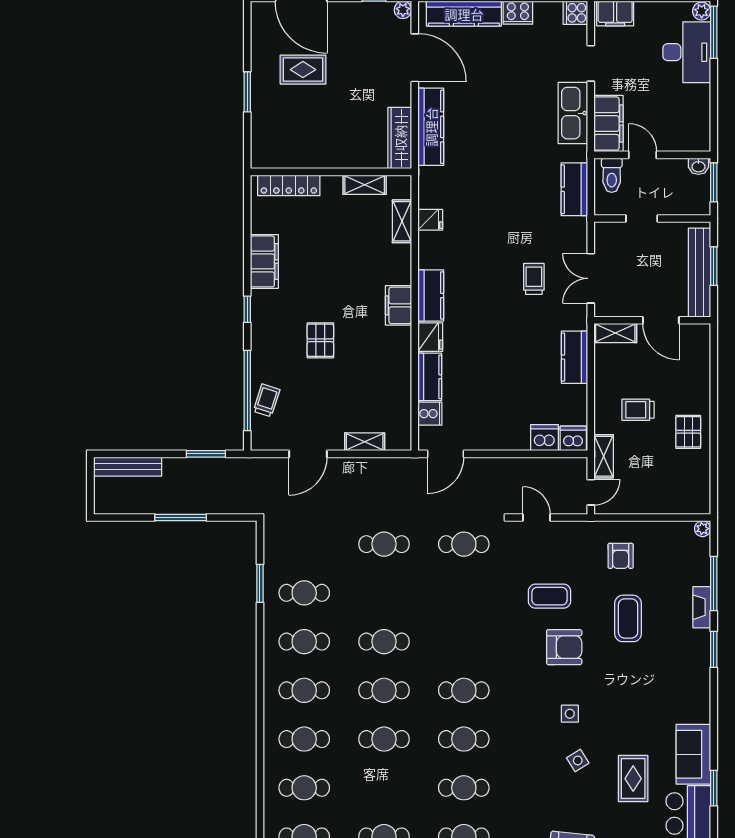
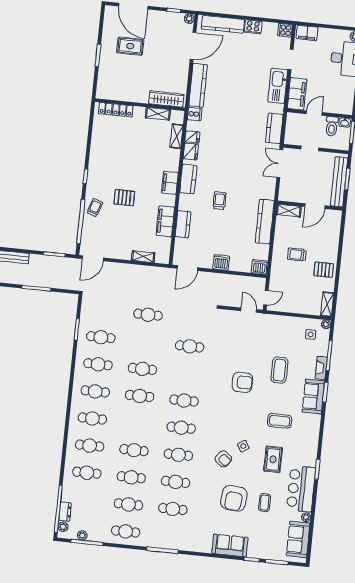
door: (415, 58) -> (193, 46), hinge flipped
wardrobe: (400, 138) -> (166, 99), moved, turned 90
door: (643, 155) -> (314, 113), hinge flipped
toilet: (612, 175) -> (332, 126), moved
filing cabinet: (264, 261) -> (165, 221), moved, turned 180
double door: (591, 278) -> (280, 164), moved
trolley: (534, 279) -> (220, 201), moved
door: (661, 320) -> (315, 206), hinge flipped
fridge: (430, 337) -> (191, 152), moved
pallet: (320, 340) -> (124, 198), turned 90
kitchen counter: (574, 357) -> (265, 222), width x1.50
trolley: (267, 400) -> (95, 208), moved
cooker: (430, 414) -> (195, 114), moved
pallet: (688, 432) -> (324, 270), turned 90
dishwasher: (545, 438) -> (221, 262), moved
door: (308, 454) -> (93, 258), moved
shelving: (604, 456) -> (327, 304), moved
door: (536, 517) -> (249, 310), moved
cafe table: (464, 544) -> (190, 346), moved
armchair: (621, 556) -> (223, 459), moved, turned -52
coffee table: (550, 596) -> (280, 421), moved
side table: (570, 714) -> (311, 334), moved
cafe table: (384, 739) -> (134, 450), moved
sofa: (693, 754) -> (313, 397), moved

